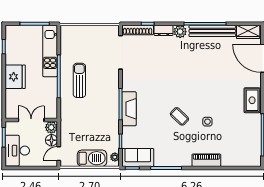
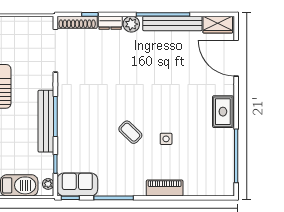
bench: (113, 108) -> (46, 121), added
fireplace: (129, 109) -> (66, 122), removed

